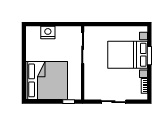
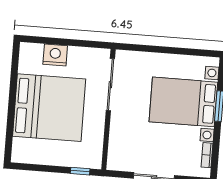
bed: (47, 80) -> (49, 108), moved

